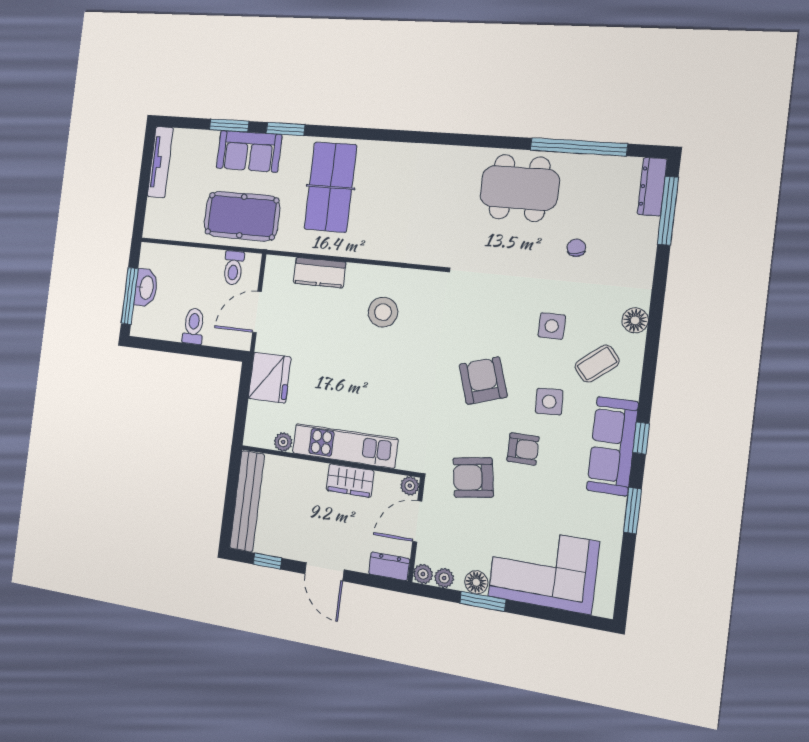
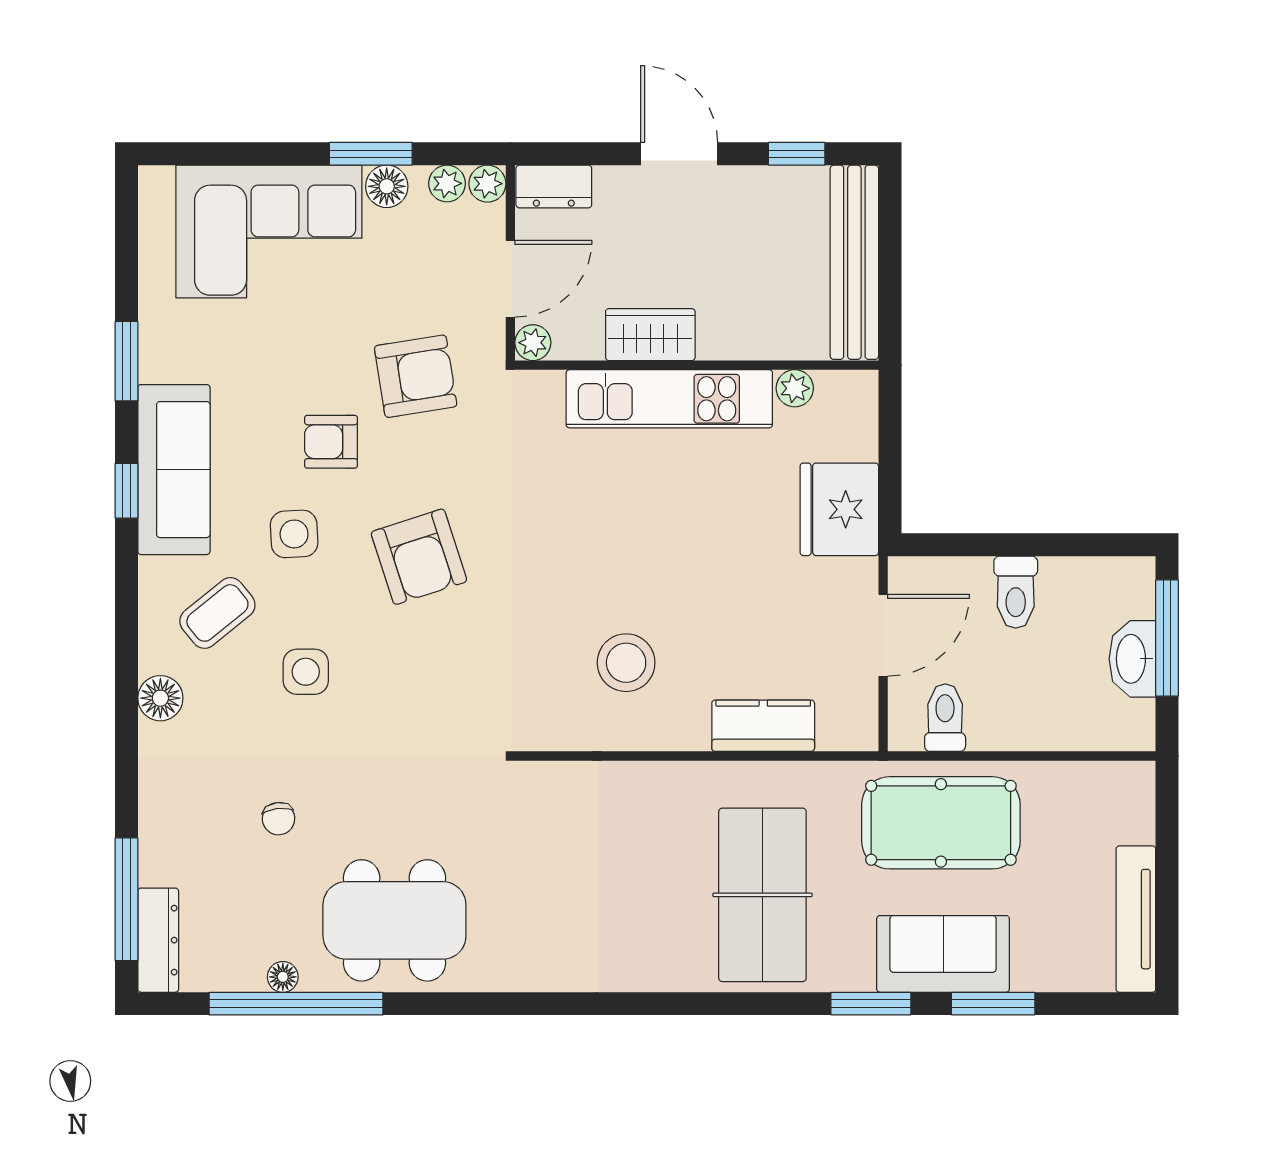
floor lamp: (584, 162) -> (283, 977), added

